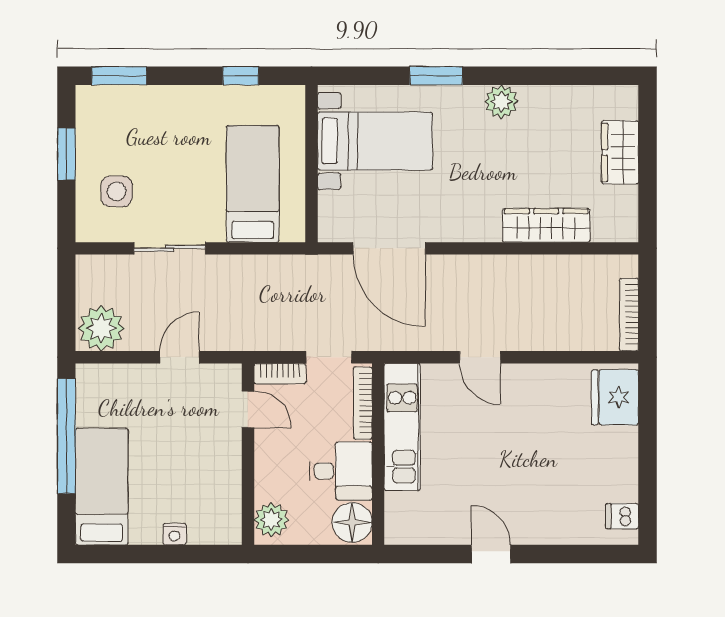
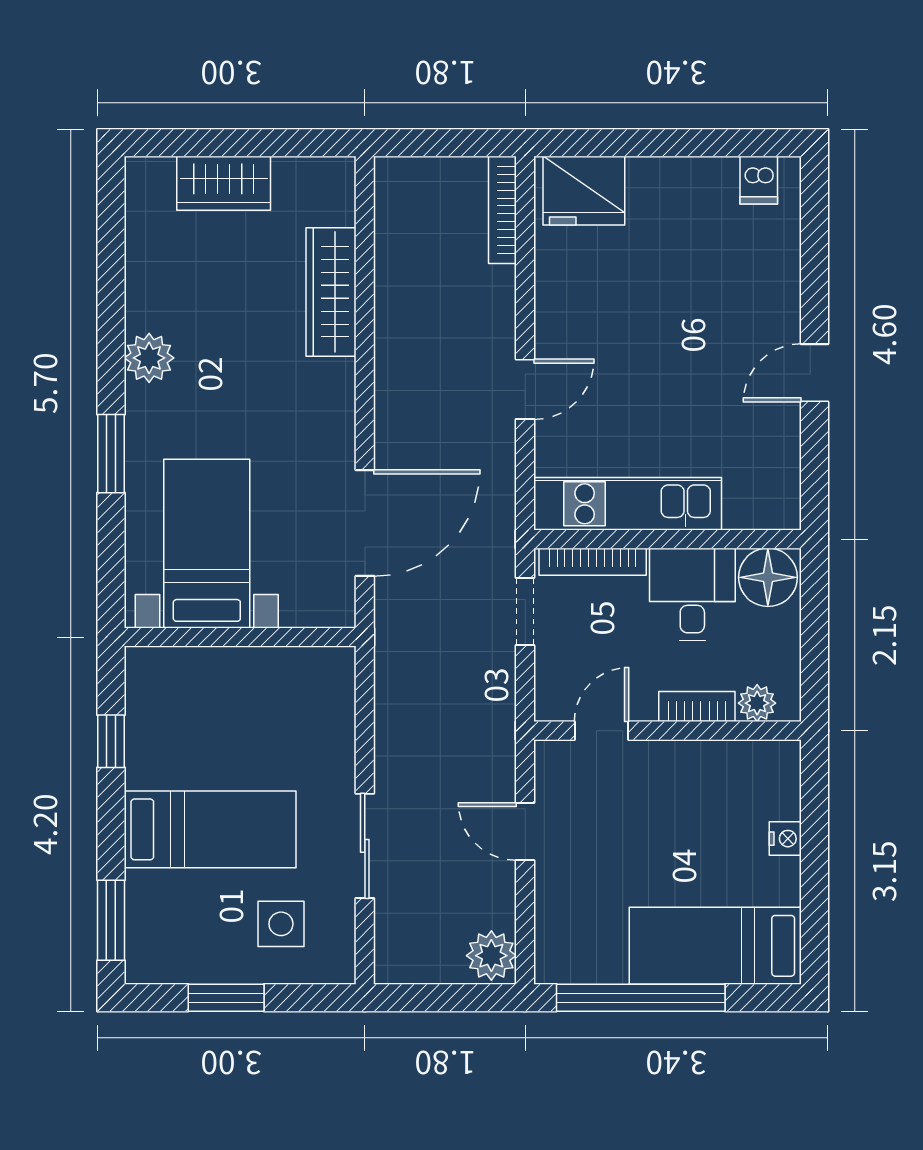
bed: (253, 184) -> (210, 829), moved, turned 180
bookcase: (629, 315) -> (502, 210), moved, turned 90
plant: (101, 328) -> (491, 956), width x0.73, depth x0.73
bookcase: (280, 374) -> (697, 706), moved, turned -90
plant: (271, 520) -> (757, 703), width x0.73, depth x0.73

